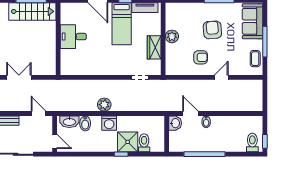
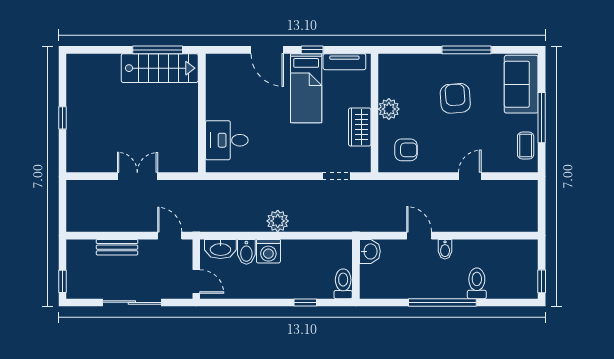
desk: (73, 37) -> (227, 140), moved
armchair: (201, 57) -> (406, 150), moved
washing machine: (109, 123) -> (268, 251), moved
washbasin: (175, 123) -> (370, 251), moved
wall: (167, 134) -> (356, 269), moved
shower: (128, 142) -> (316, 282), removed
toilet: (252, 143) -> (477, 283), moved

